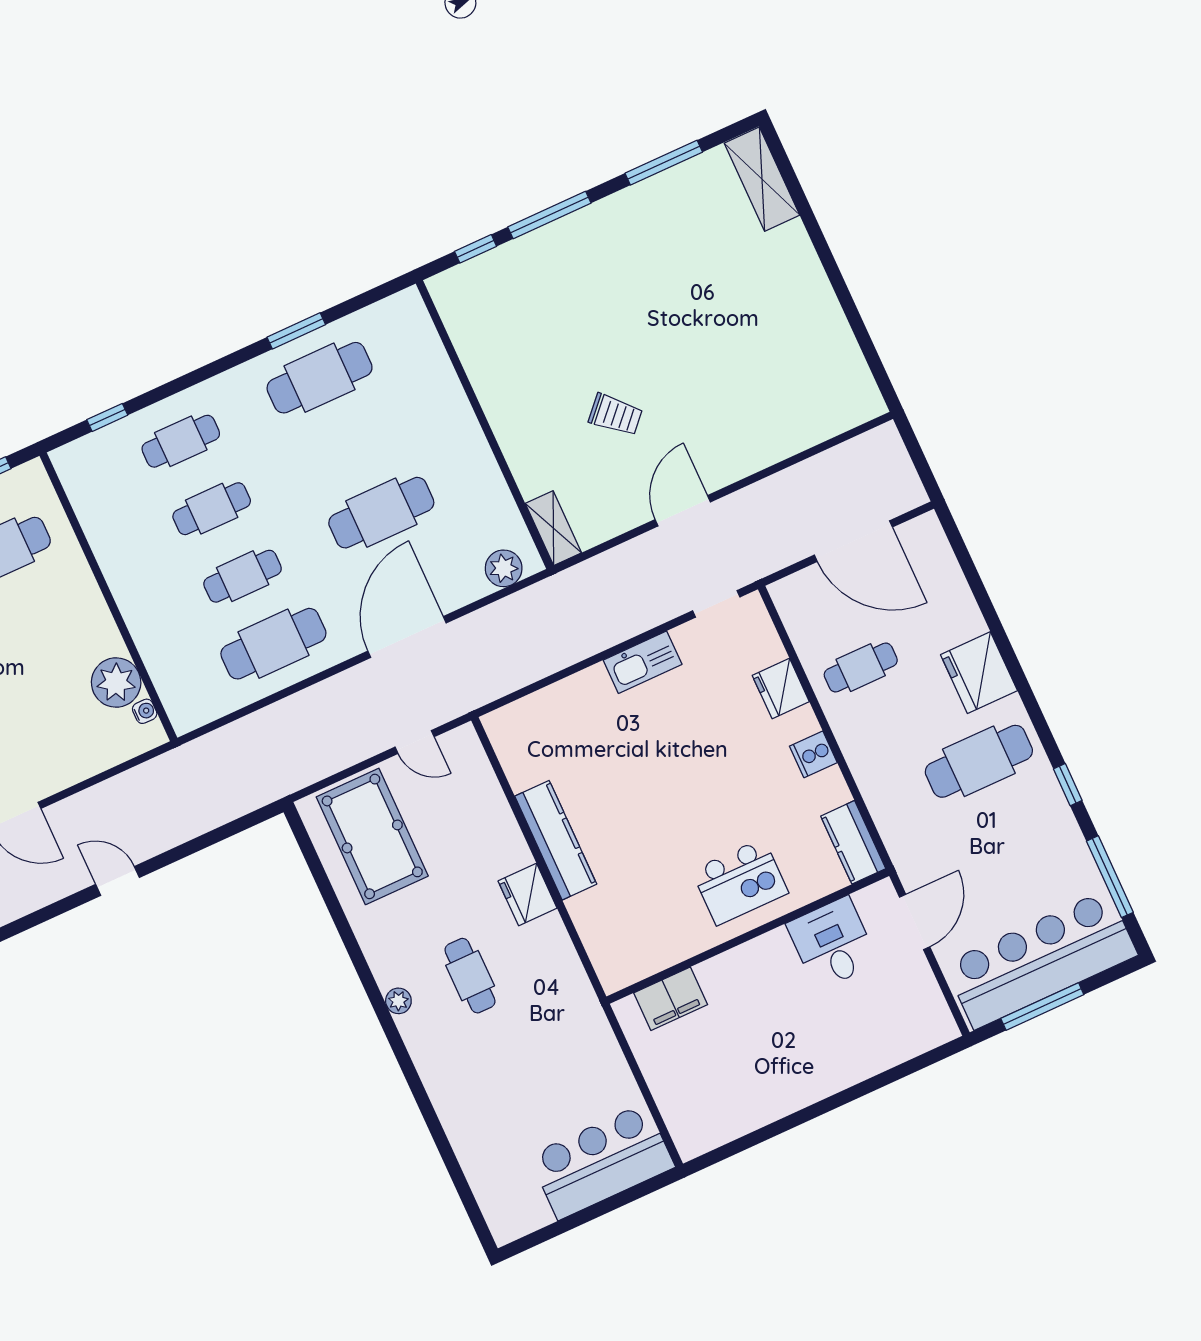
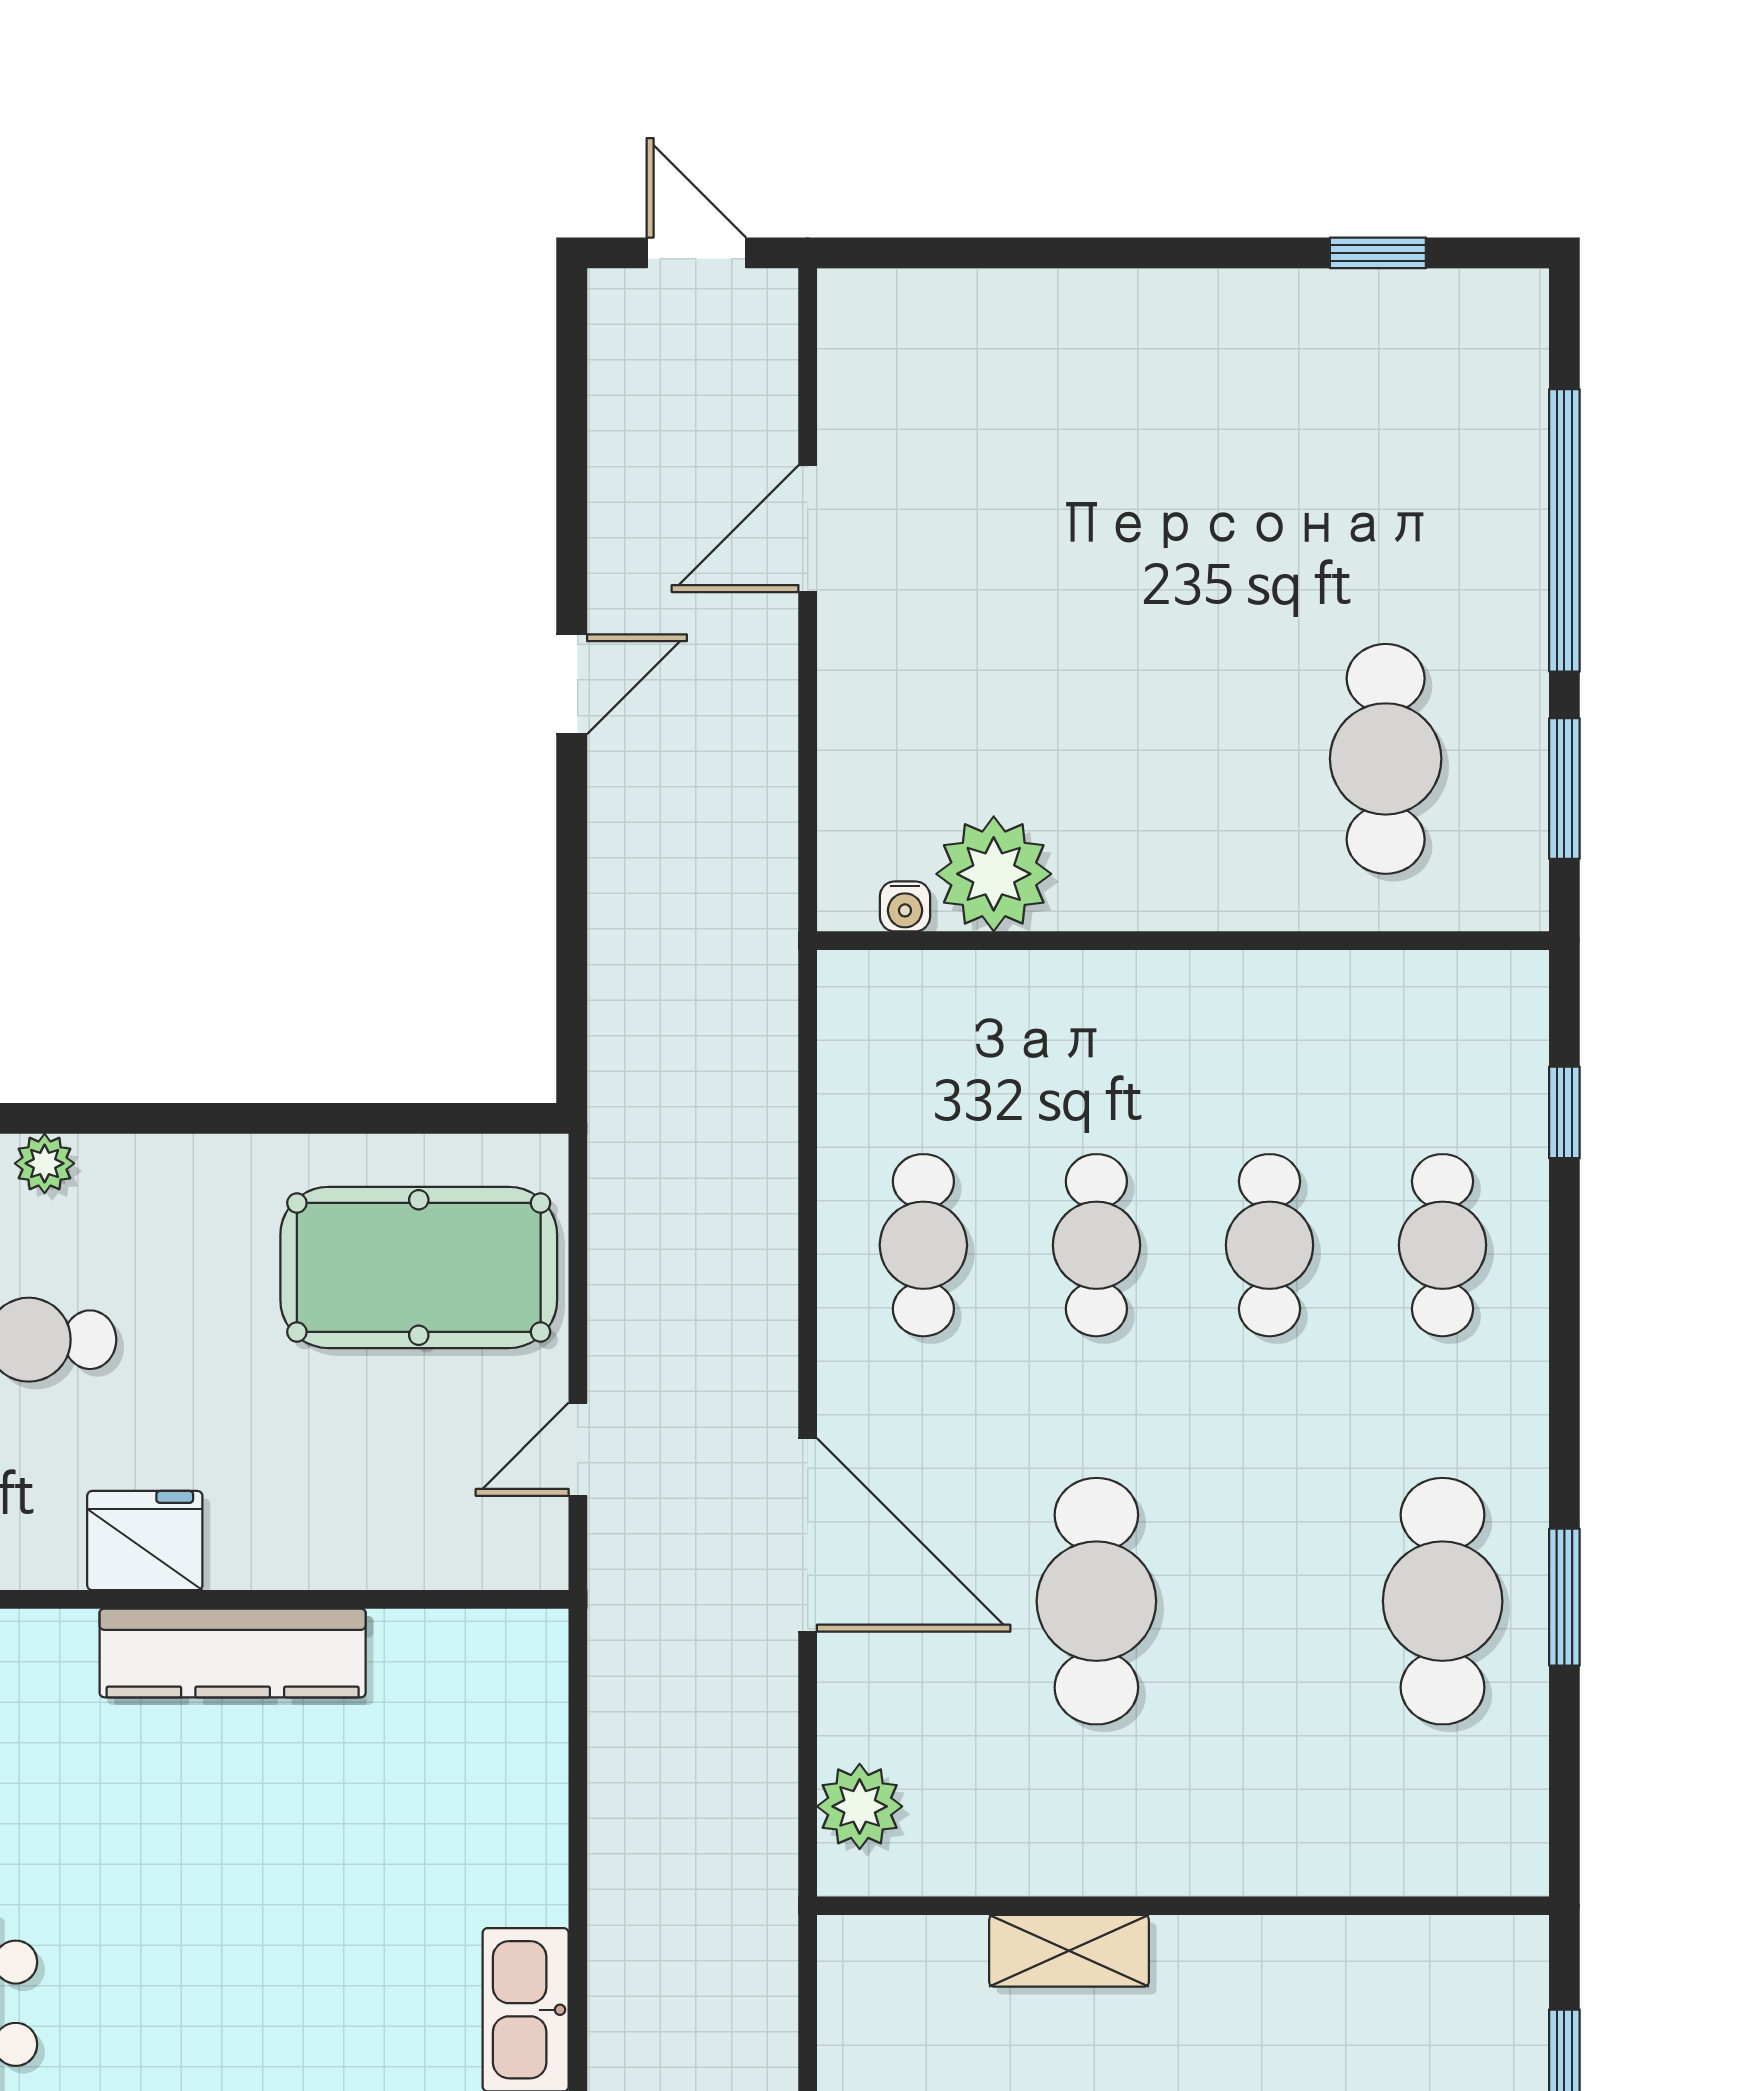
shelving: (553, 528) -> (1069, 1951), moved
cafe table: (273, 644) -> (923, 1245), width x0.73, depth x0.74

